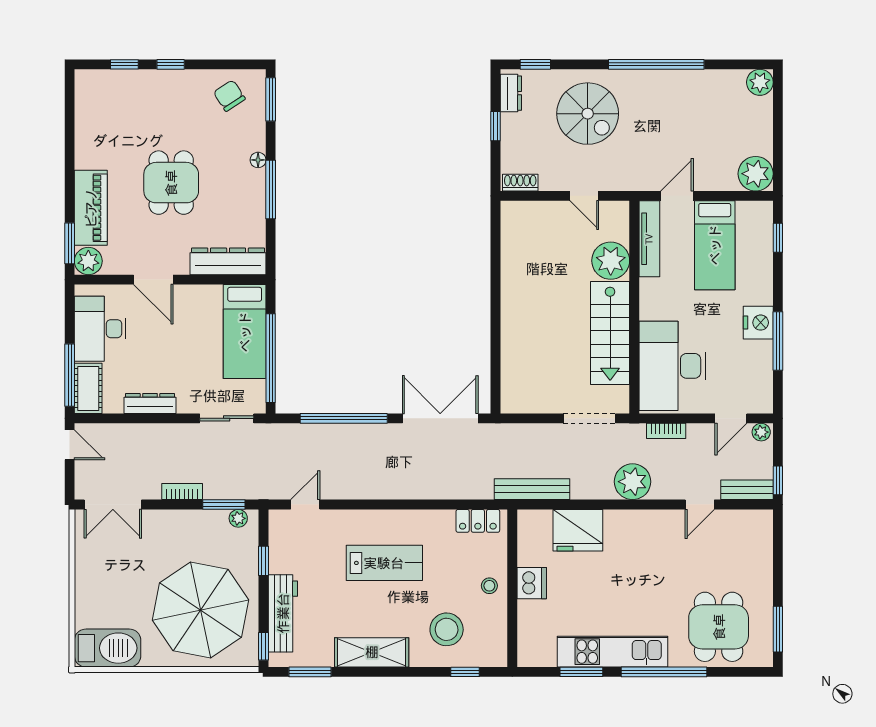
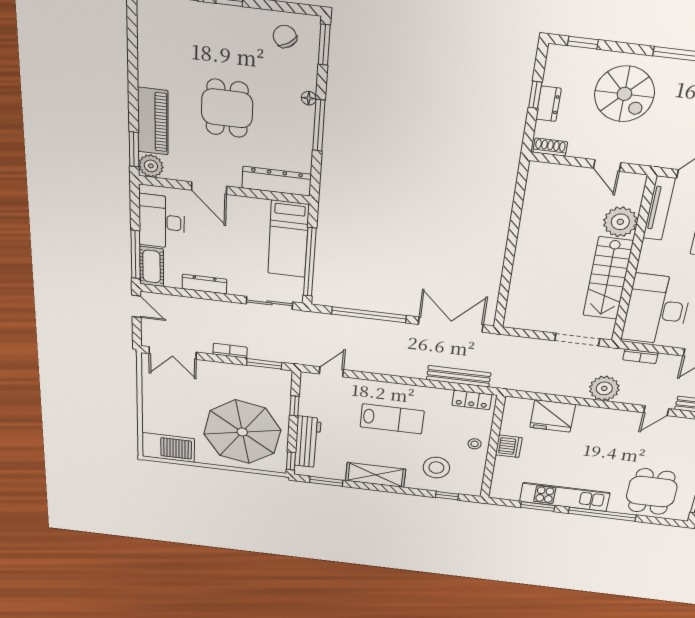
dresser: (511, 93) -> (548, 104), moved
bench: (532, 489) -> (459, 376), moved
plant: (238, 518) -> (275, 375), removed

